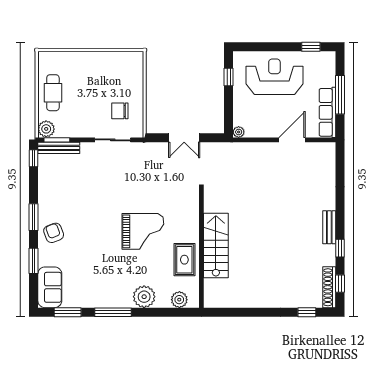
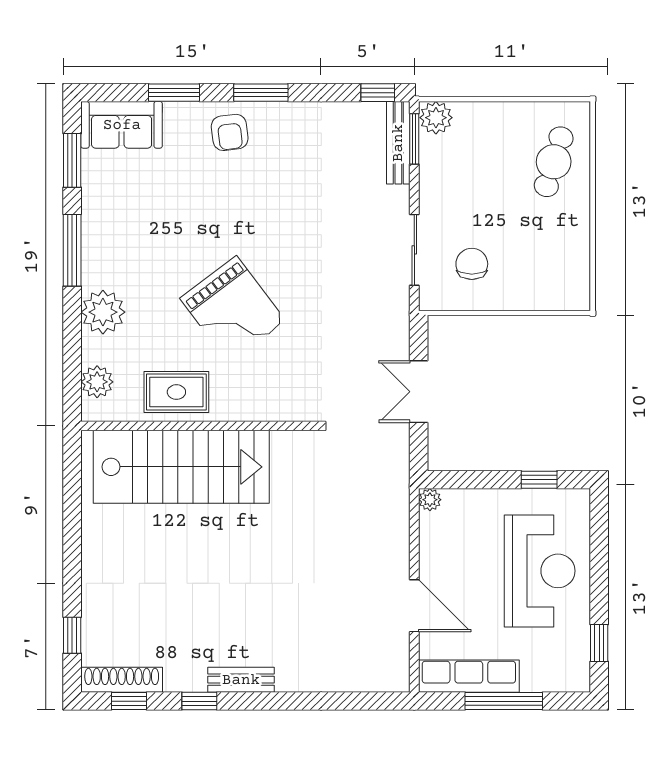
cafe table: (53, 93) -> (554, 162), moved, turned -73
grand piano: (143, 231) -> (233, 309), turned -37
armchair: (54, 233) -> (230, 132), turned 104
stairs: (216, 245) -> (181, 467), width x1.36, depth x1.51

